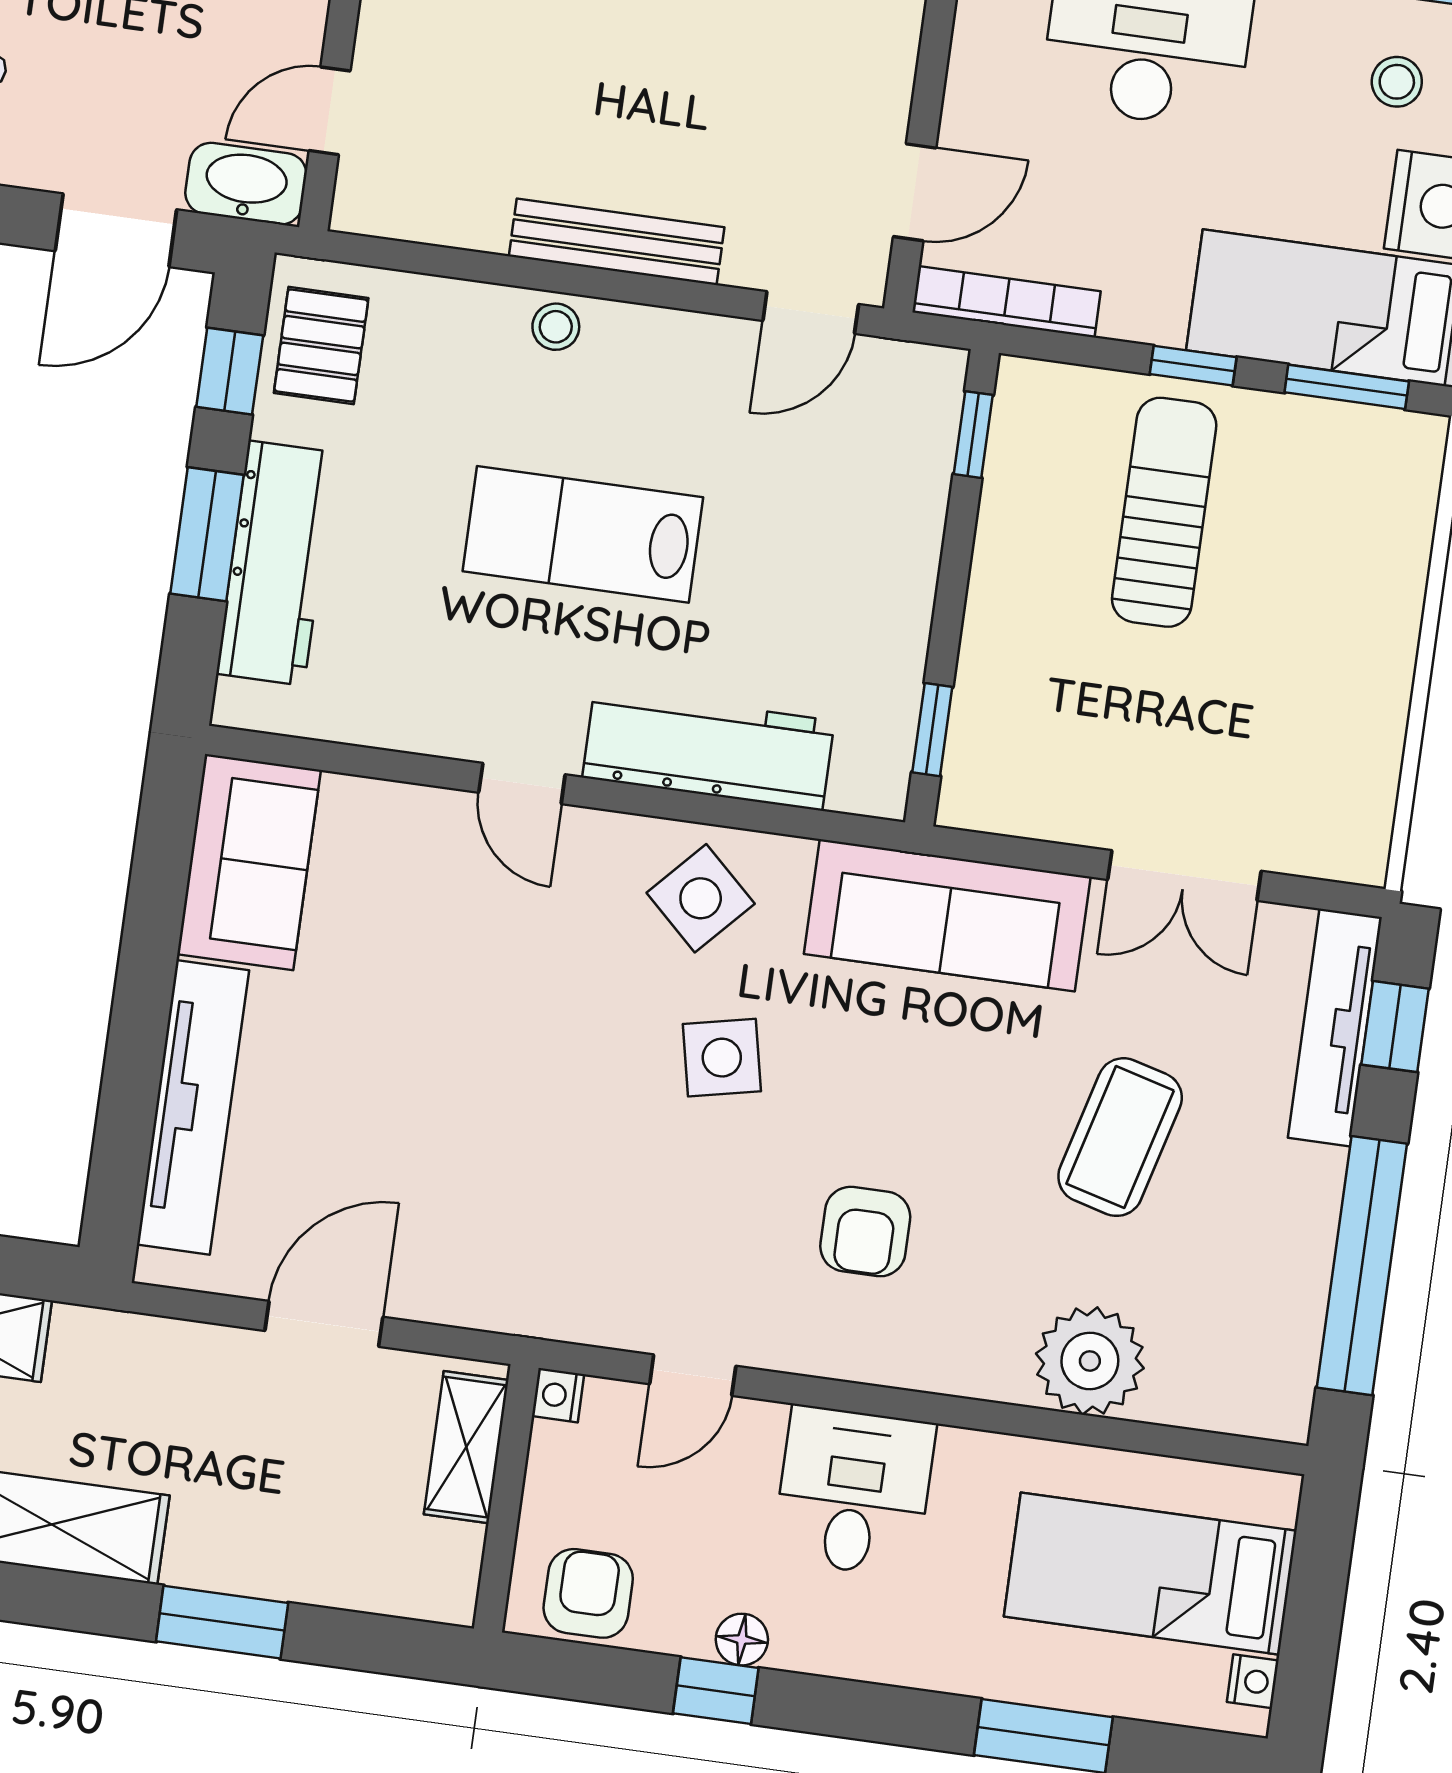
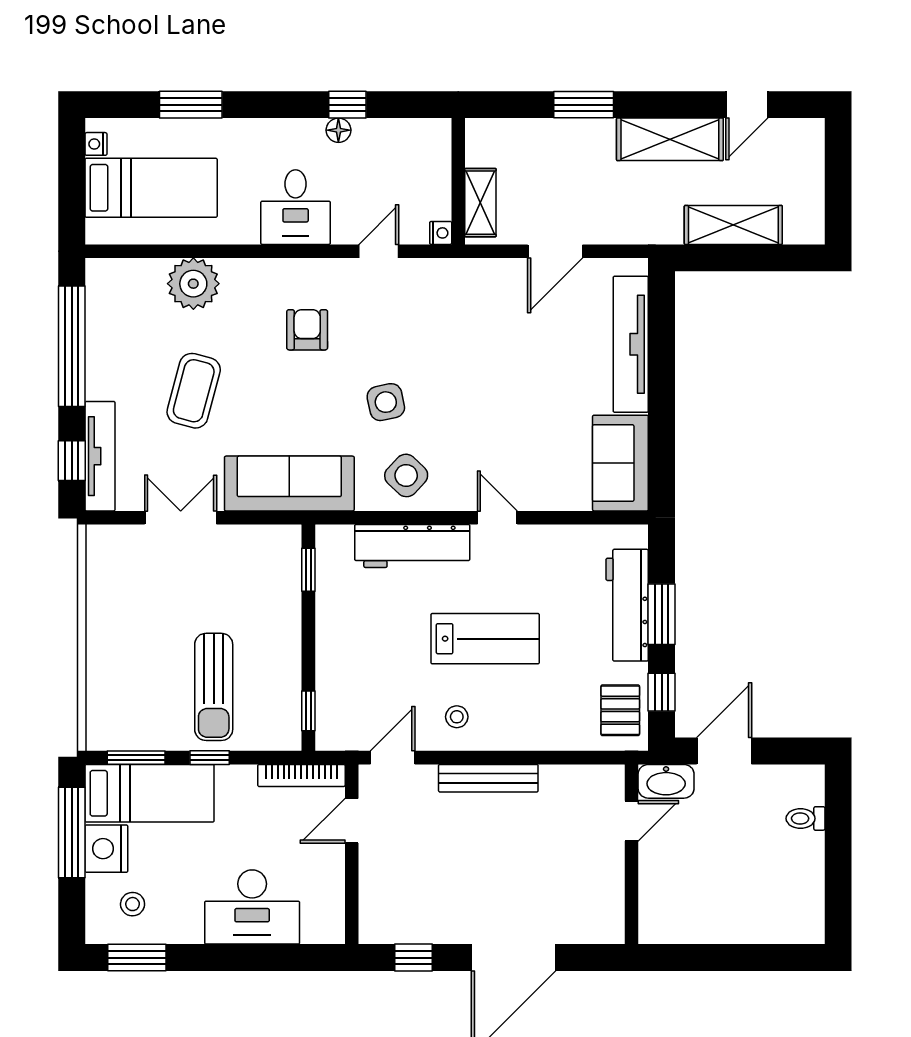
stool: (556, 327) -> (457, 717), moved
armchair: (588, 1593) -> (414, 142), removed

